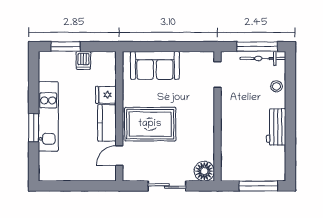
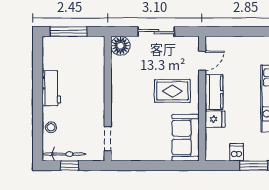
window: (257, 47) -> (70, 166), width x0.46
sofa: (155, 65) -> (186, 138), moved, turned -90
rug: (150, 124) -> (172, 91), width x0.73, depth x0.70

